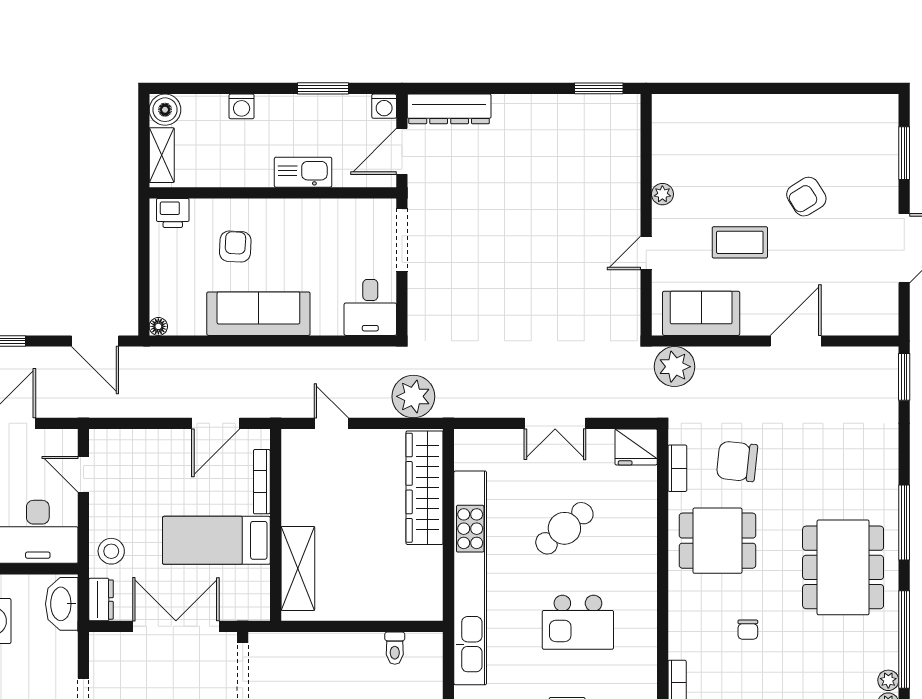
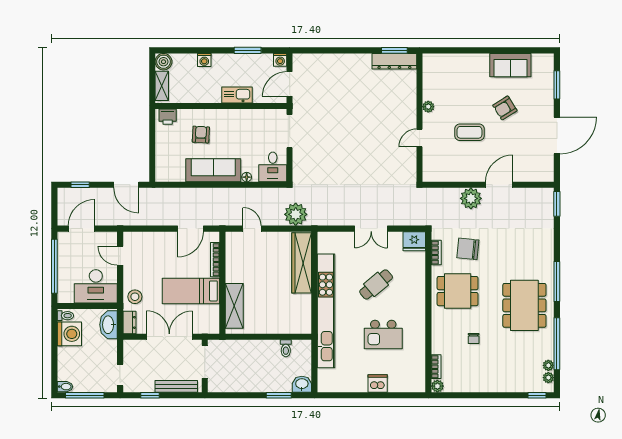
dresser: (449, 109) -> (394, 61), moved
sofa: (701, 313) -> (510, 65), moved, turned 180
floor lamp: (158, 326) -> (247, 177), moved
plant: (675, 367) -> (471, 198), moved

